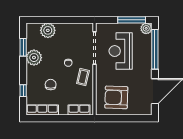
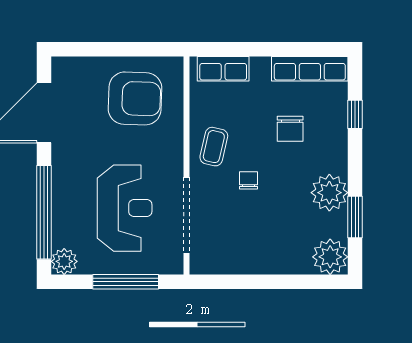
window: (132, 20) -> (126, 282), moved
plant: (48, 30) -> (330, 257), moved

